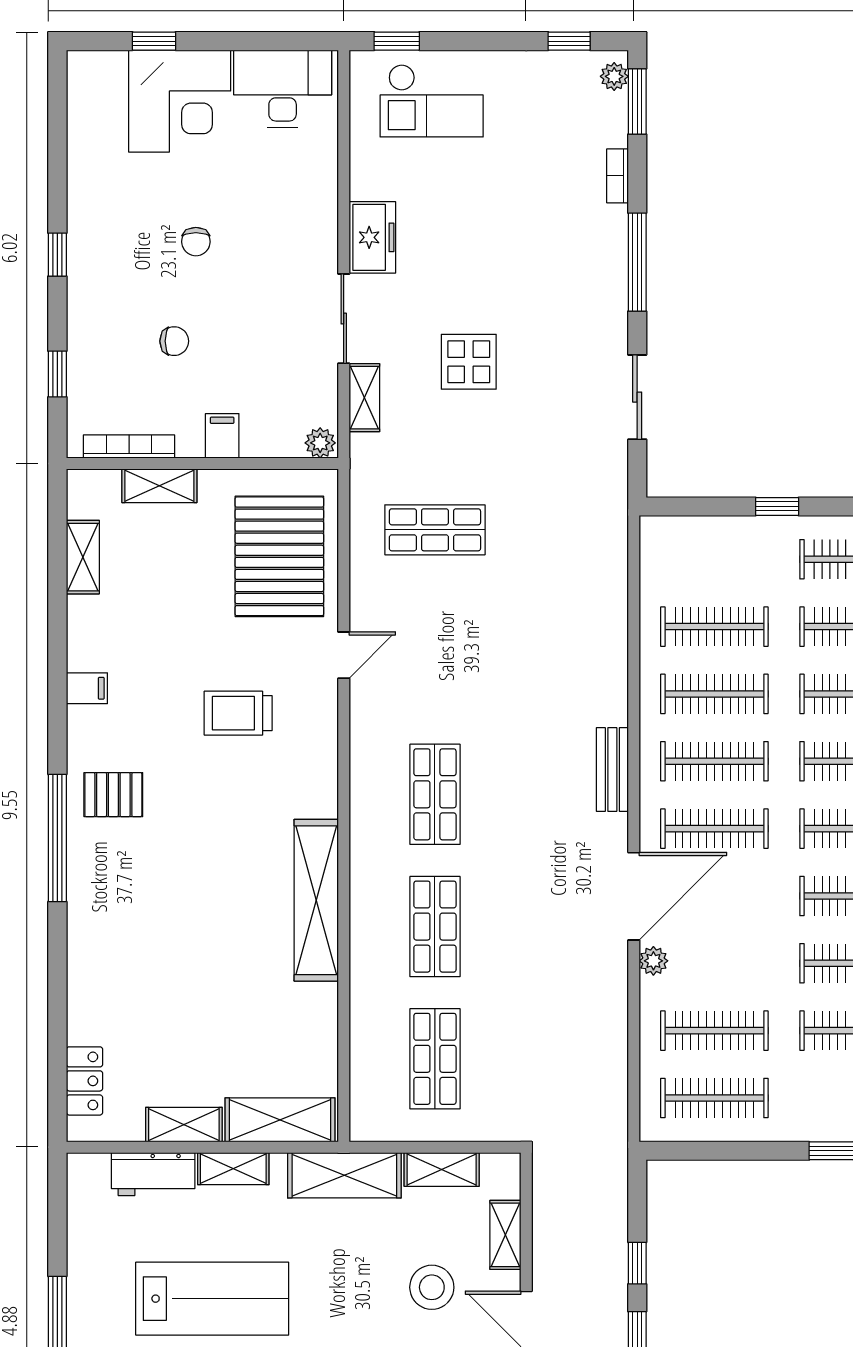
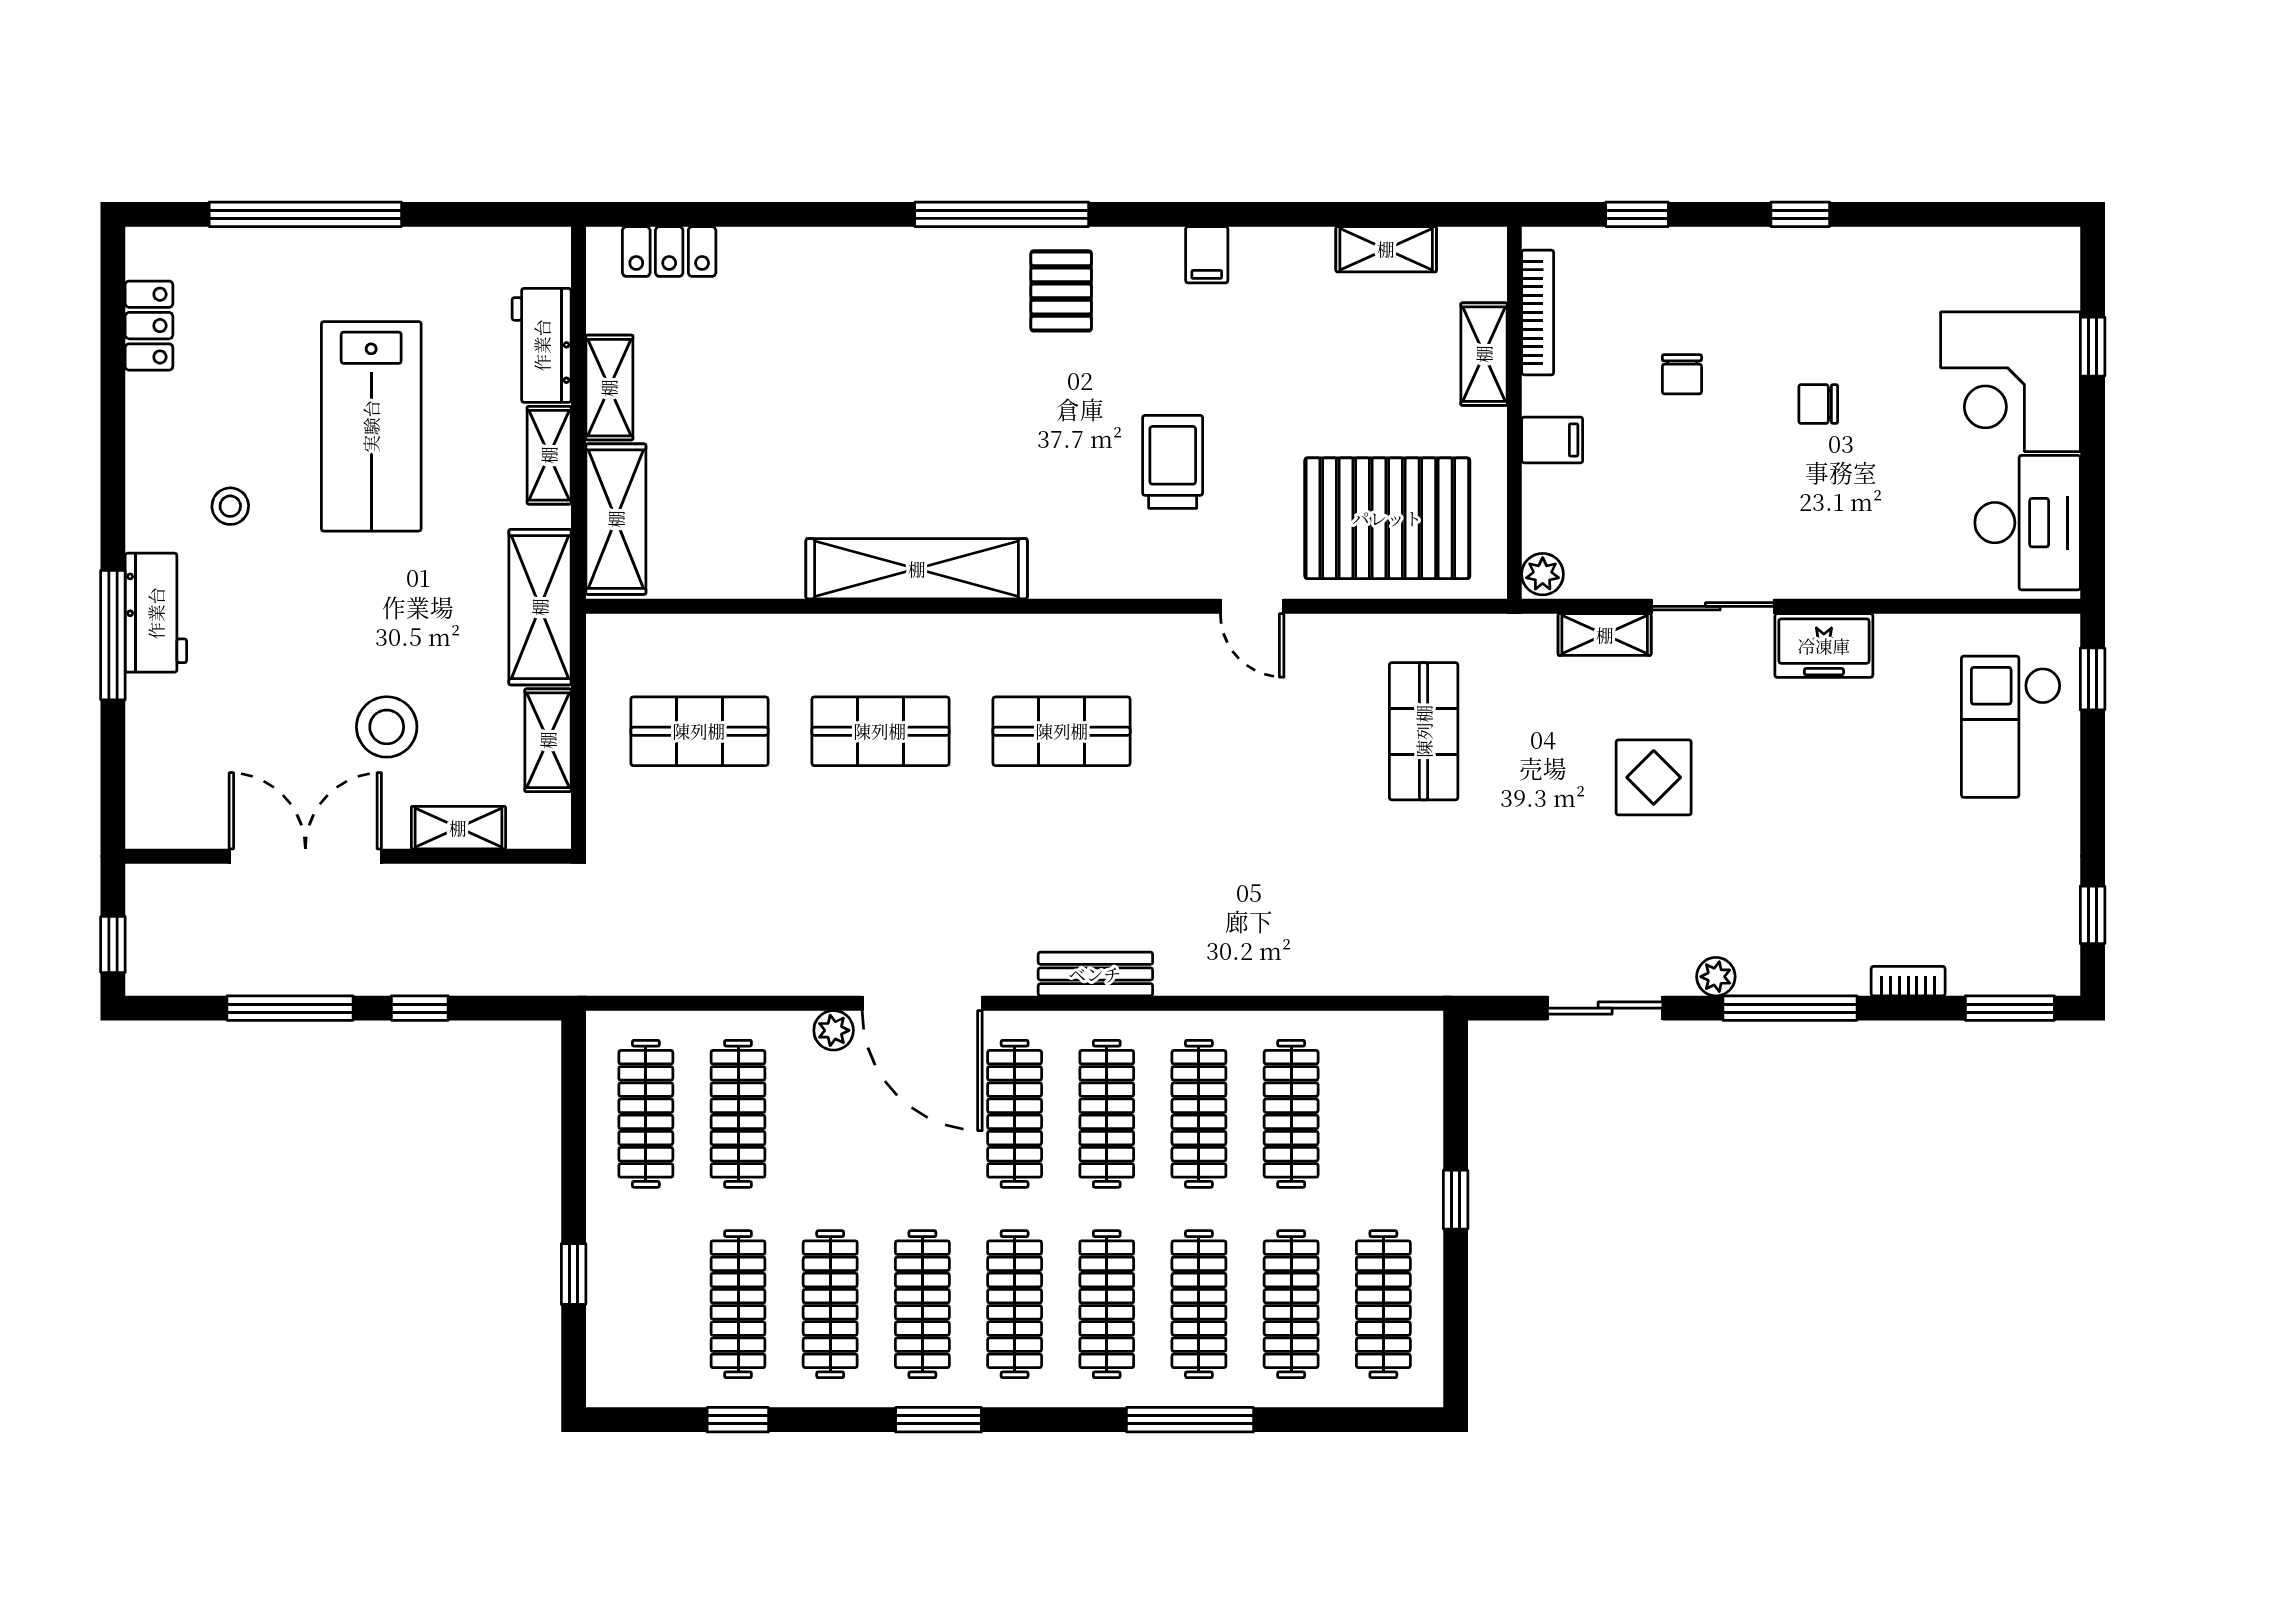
plant: (614, 76) -> (1716, 977), moved

